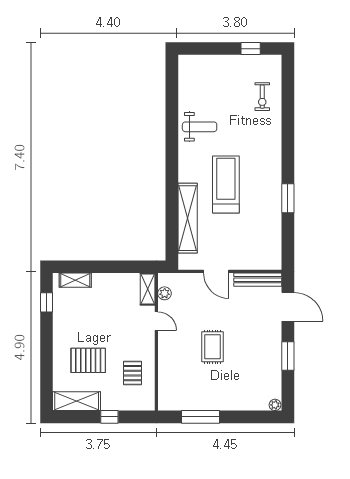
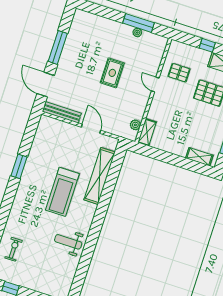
door: (156, 321) -> (155, 84), moved
window: (288, 356) -> (58, 47), width x1.44
pallet: (132, 373) -> (179, 73), turned 90
plant: (275, 405) -> (137, 33), moved

